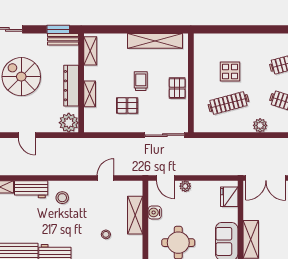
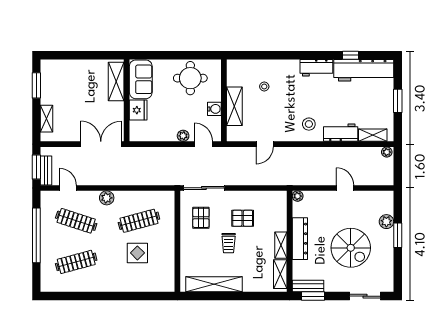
pallet: (177, 88) -> (201, 218), moved
shelving: (90, 94) -> (281, 245), moved
plant: (69, 123) -> (298, 196), width x0.53, depth x0.53
fridge: (229, 197) -> (138, 110), moved

